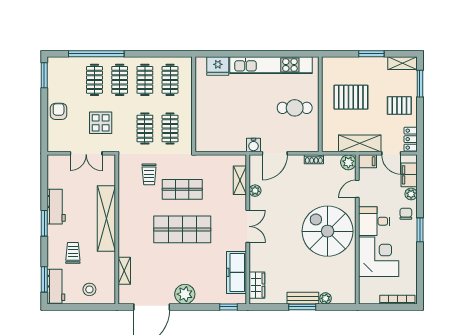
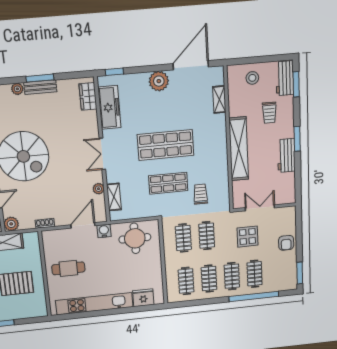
round table: (222, 133) -> (135, 238), added

